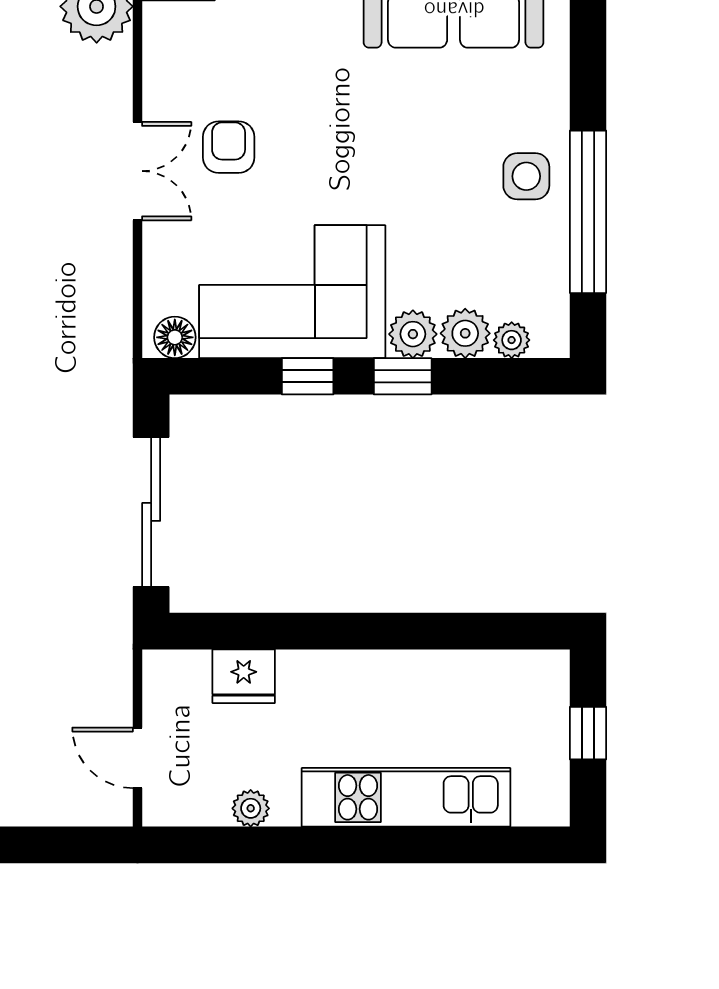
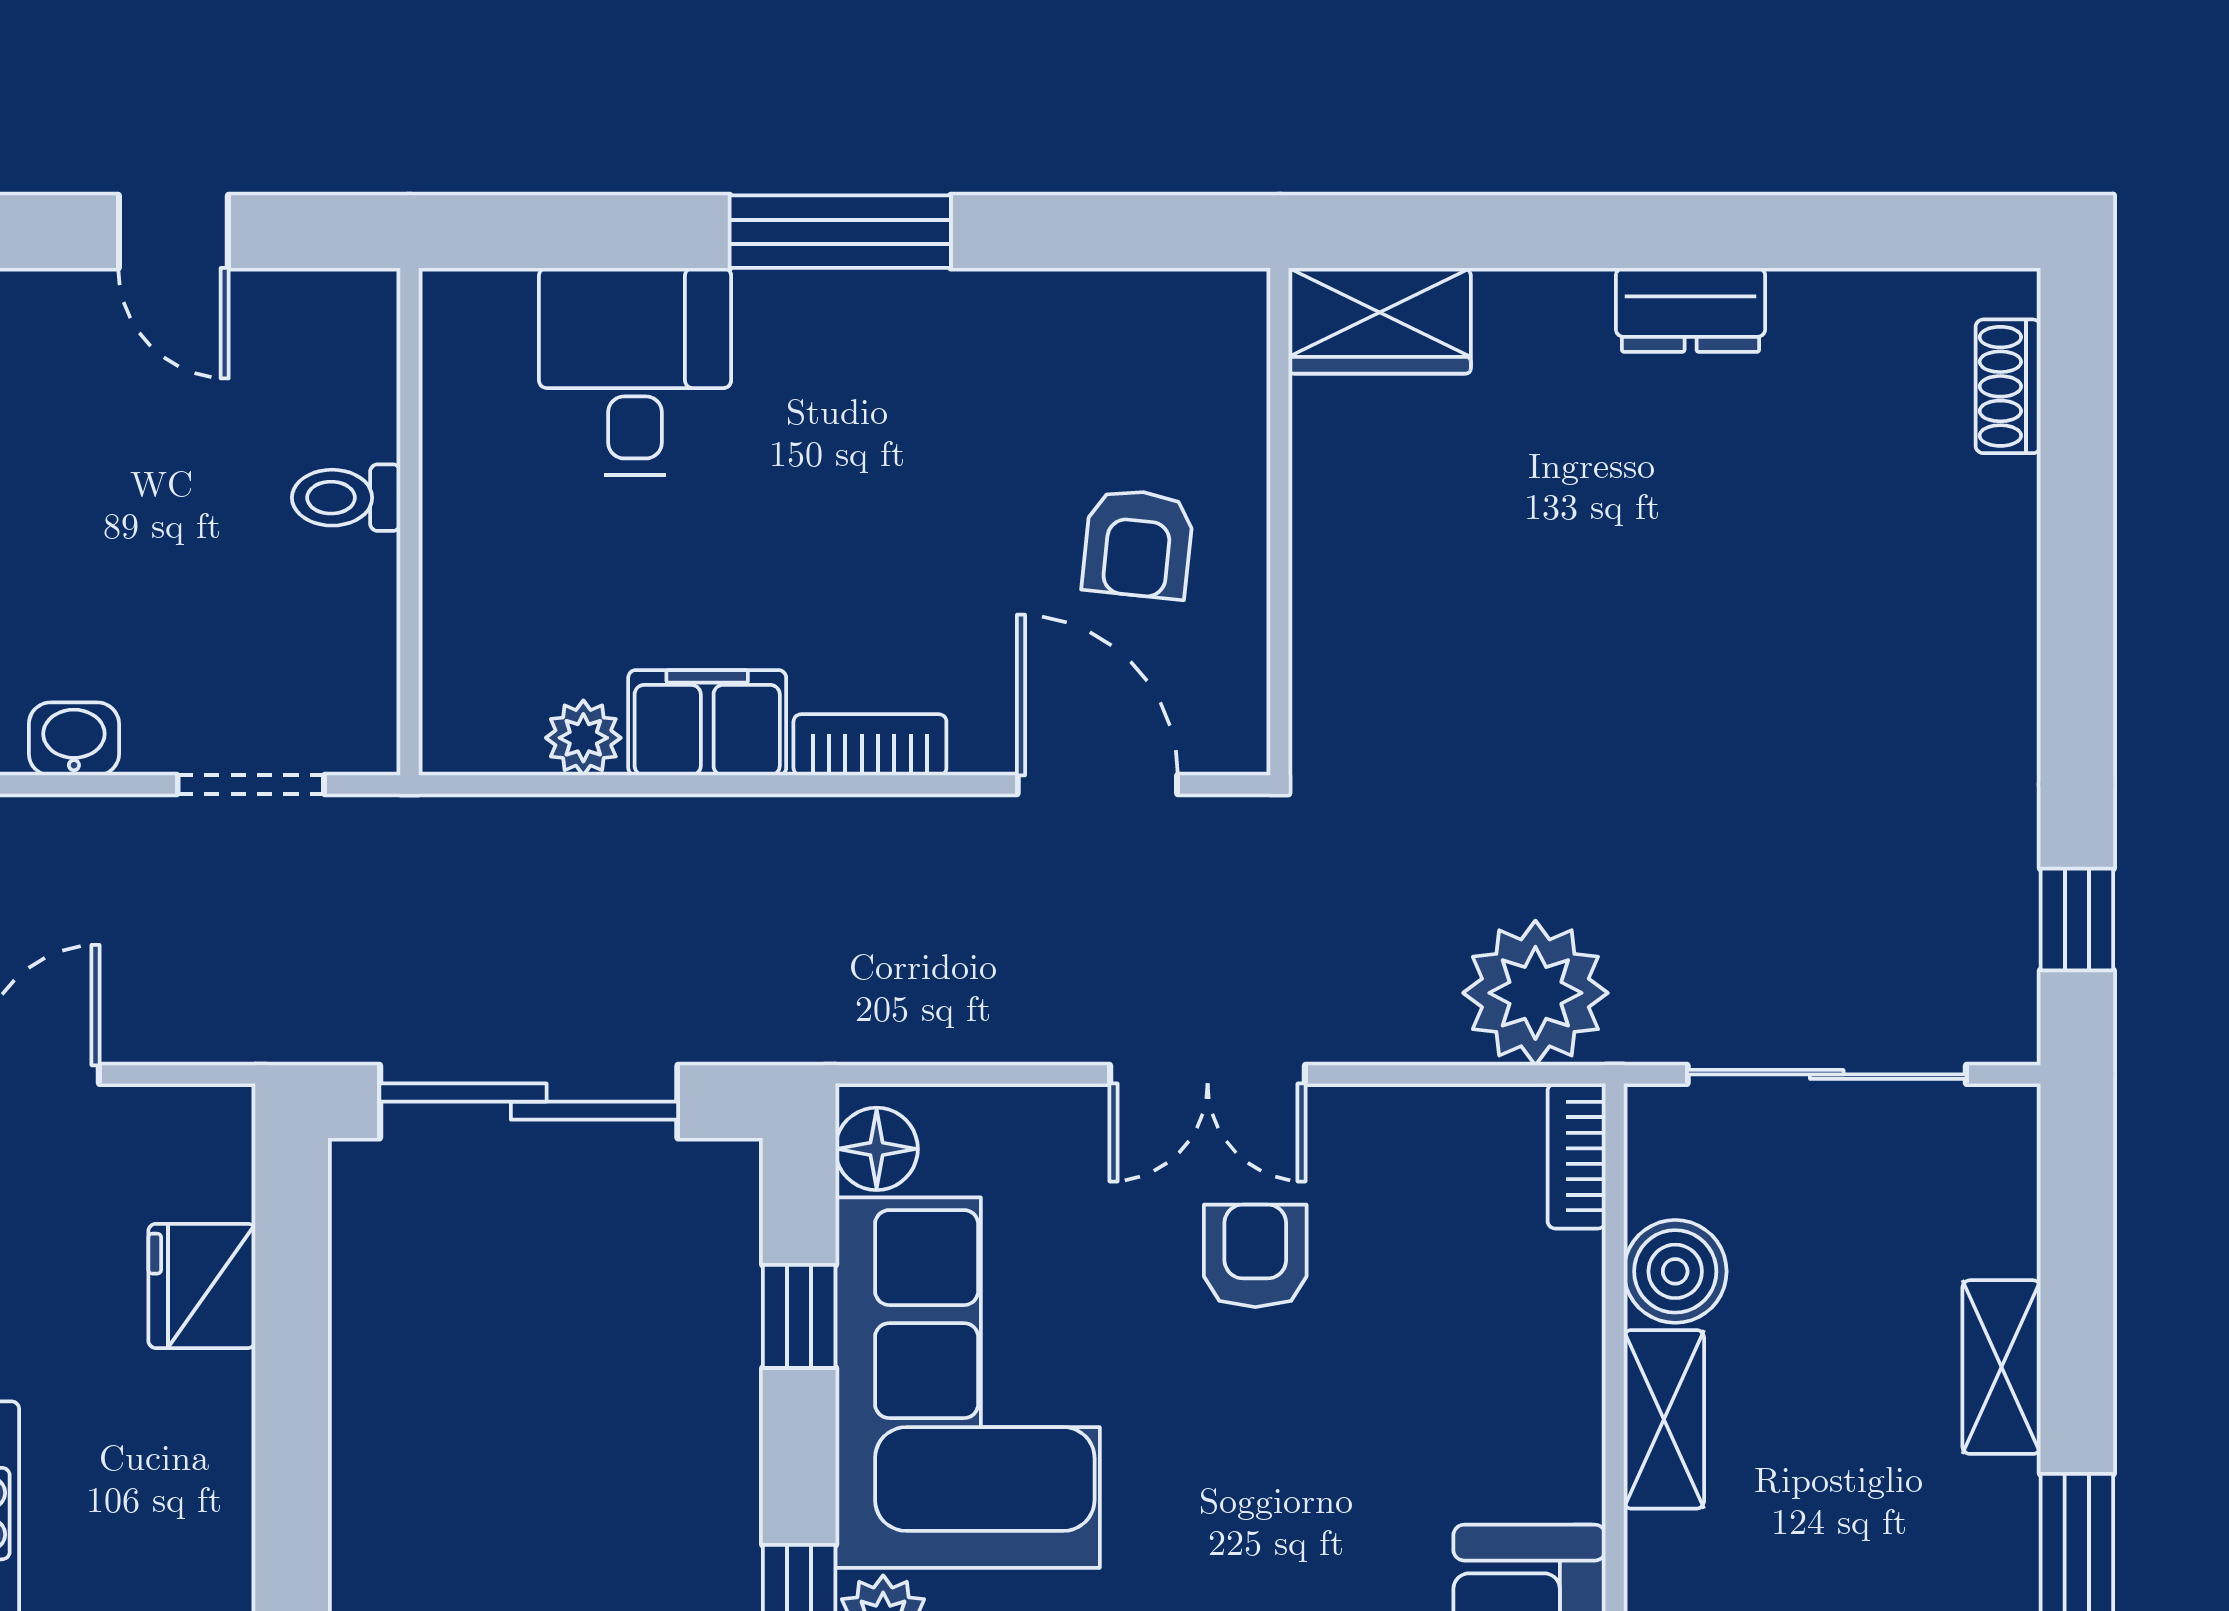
armchair: (229, 147) -> (1255, 1256), turned -90
window: (308, 376) -> (799, 1316), moved

